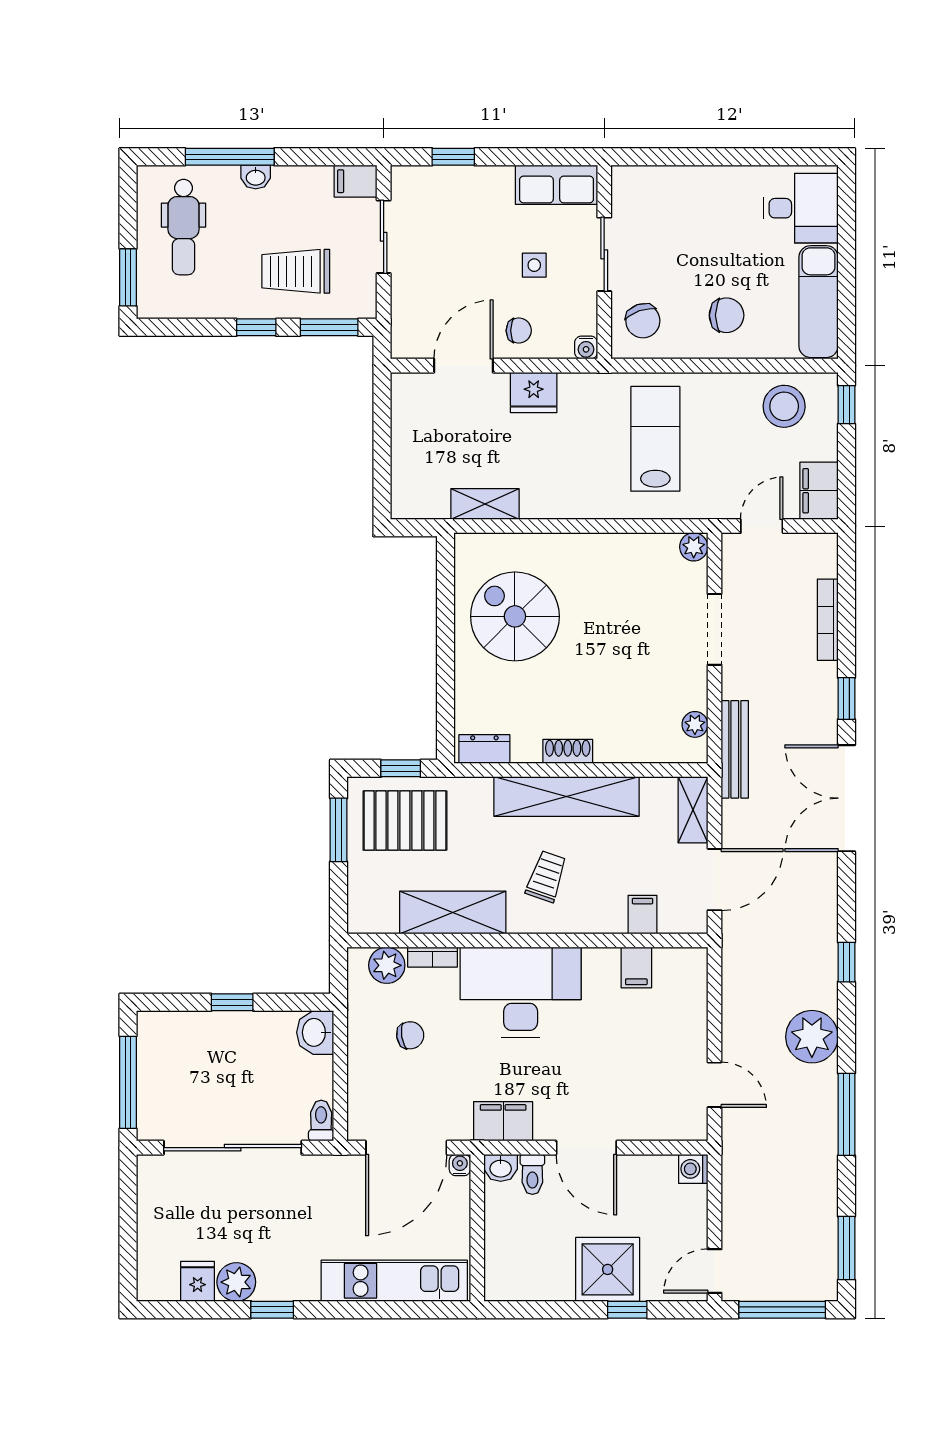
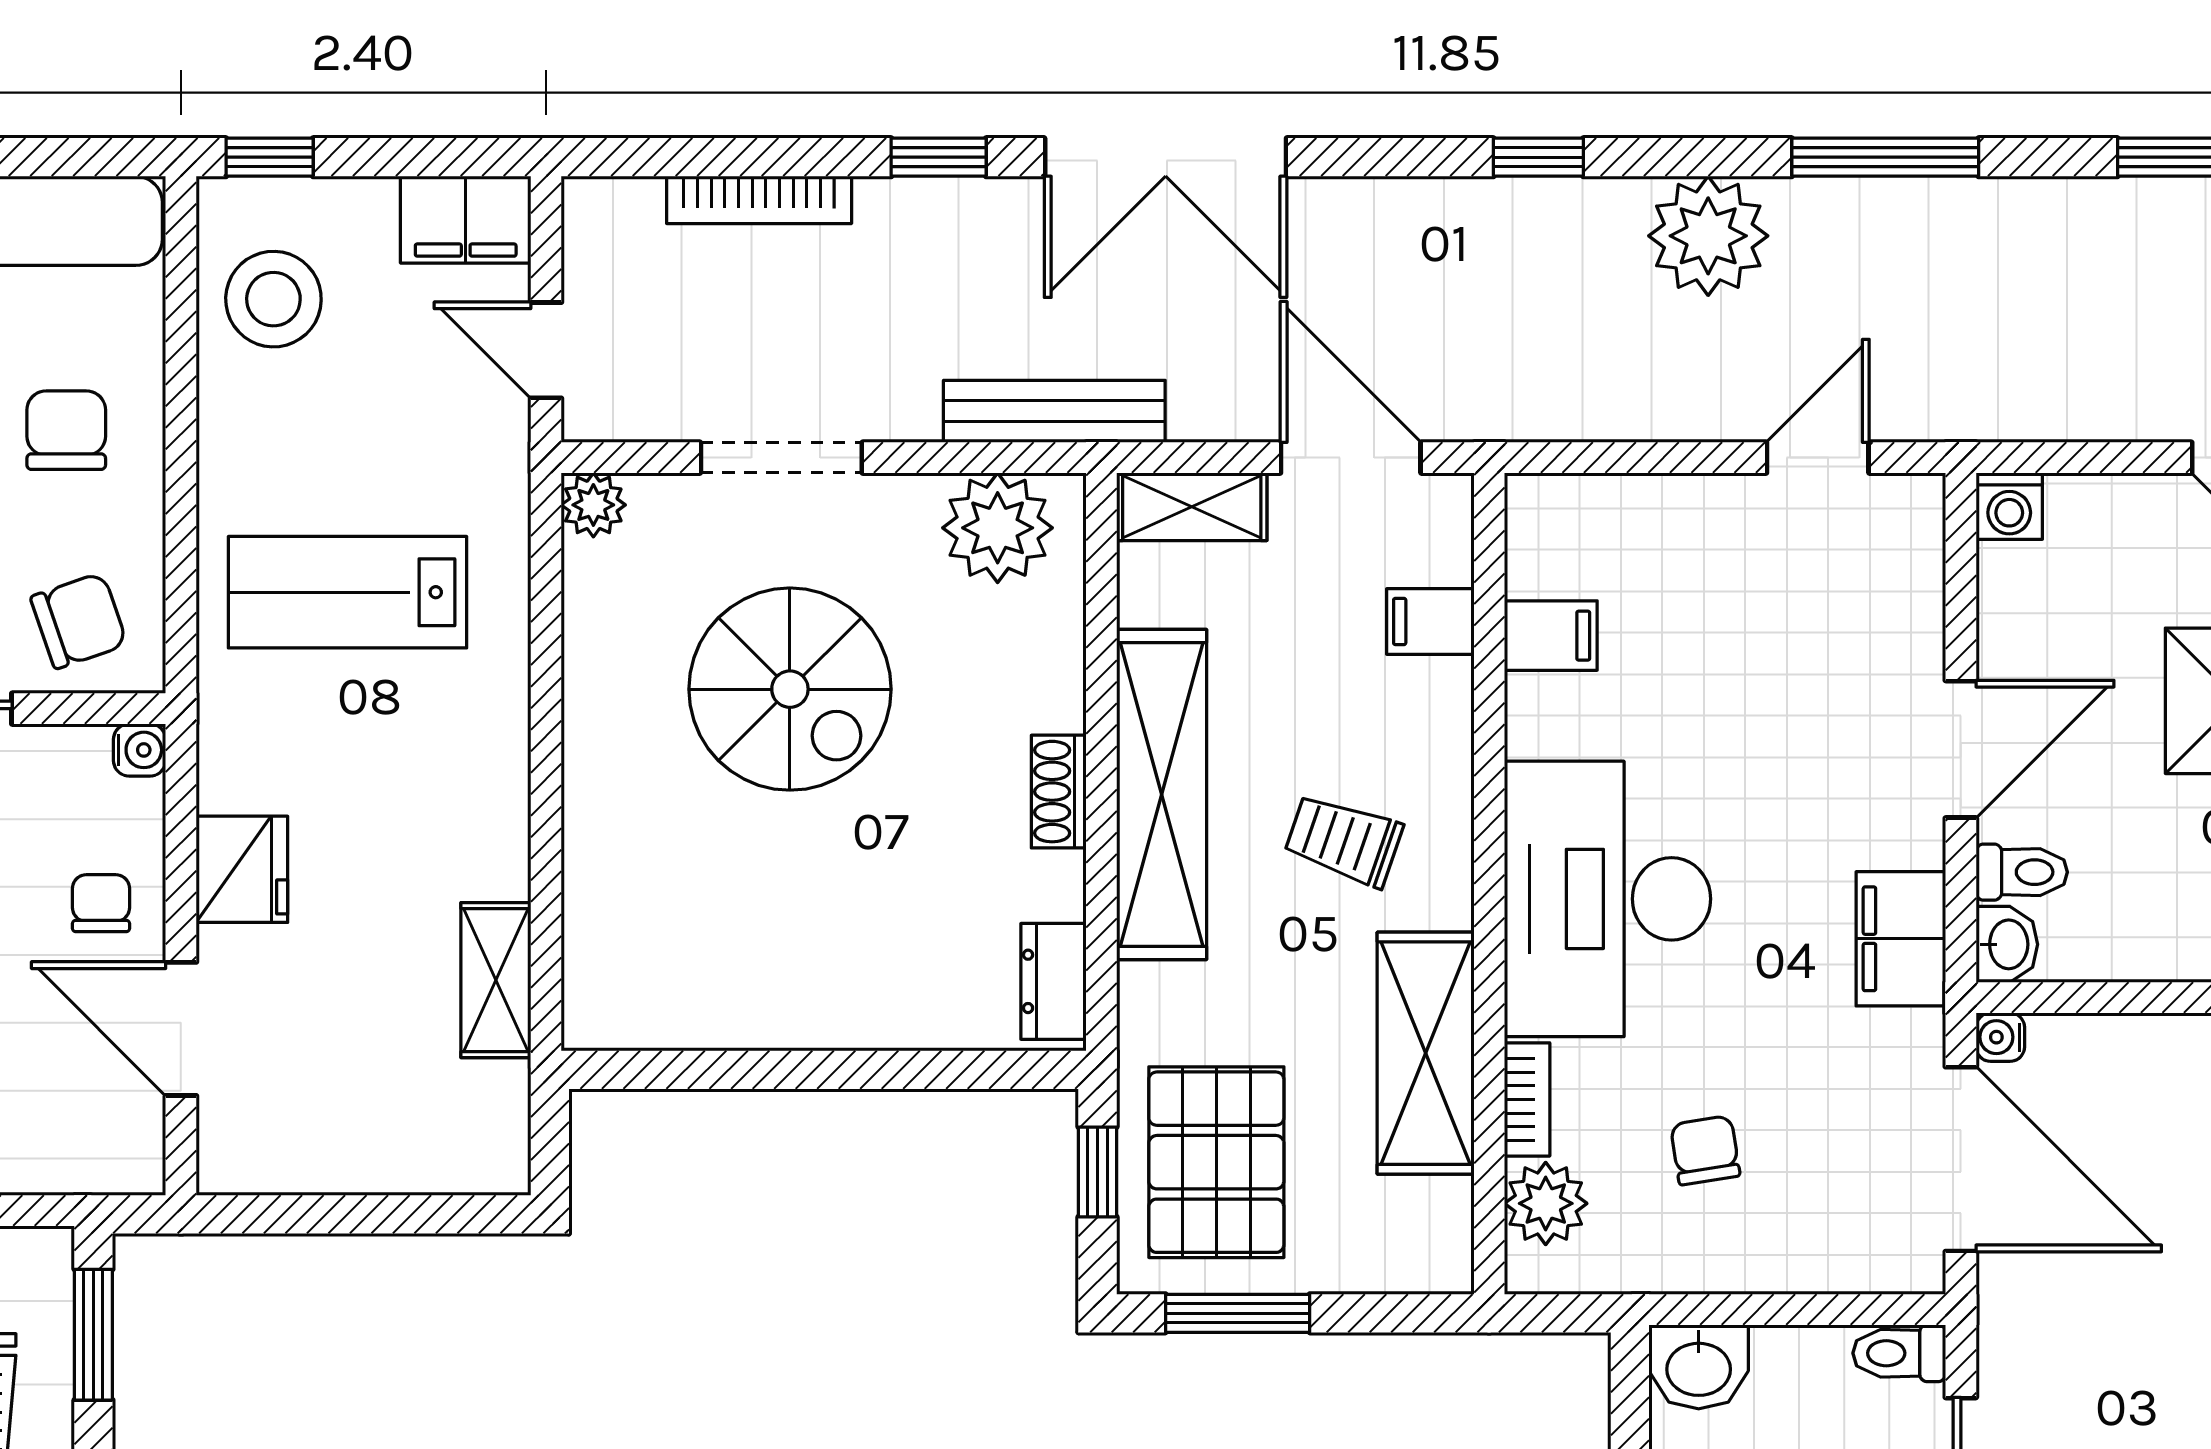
spiral stairs: (515, 616) -> (790, 689), moved, turned -90
plant: (695, 724) -> (998, 528), width x1.88, depth x1.88

